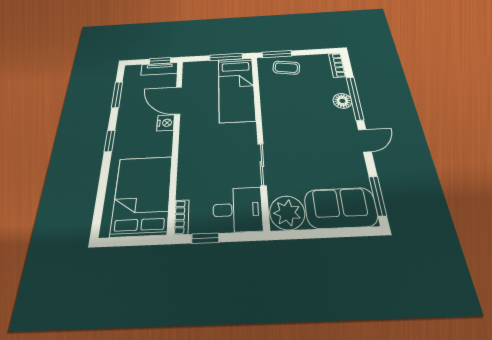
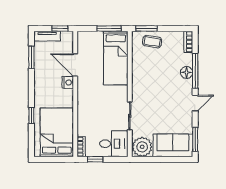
tv unit: (159, 69) -> (47, 36), moved
window: (110, 141) -> (31, 115), moved

